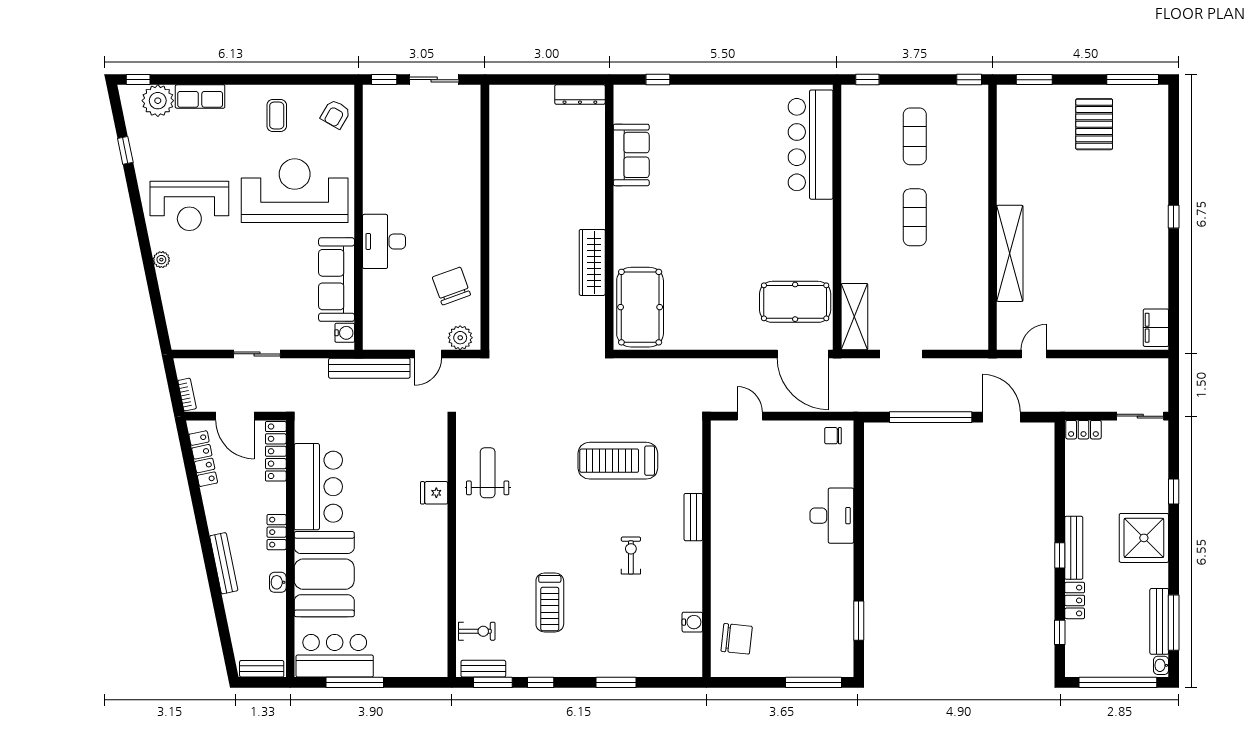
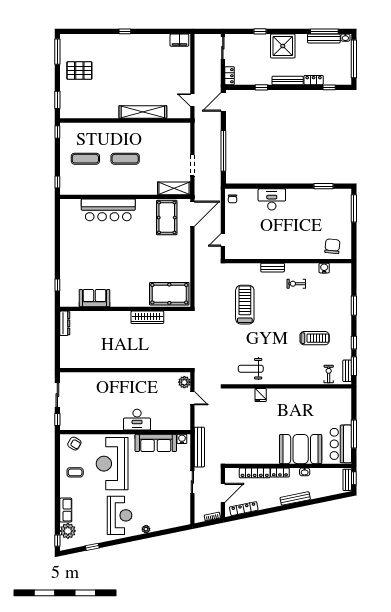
bar counter: (811, 145) -> (108, 210), moved
chair: (451, 286) -> (159, 387), removed
bench: (369, 368) -> (199, 447), moved
door: (1001, 417) -> (223, 102), moved
locker: (276, 451) -> (255, 473), moved
treadmill: (618, 461) -> (245, 305), turned 180
bar counter: (318, 487) -> (258, 452), removed
window: (1060, 555) -> (261, 87), moved
exercise bike: (631, 556) -> (296, 284), moved
window: (265, 682) -> (354, 478), added

